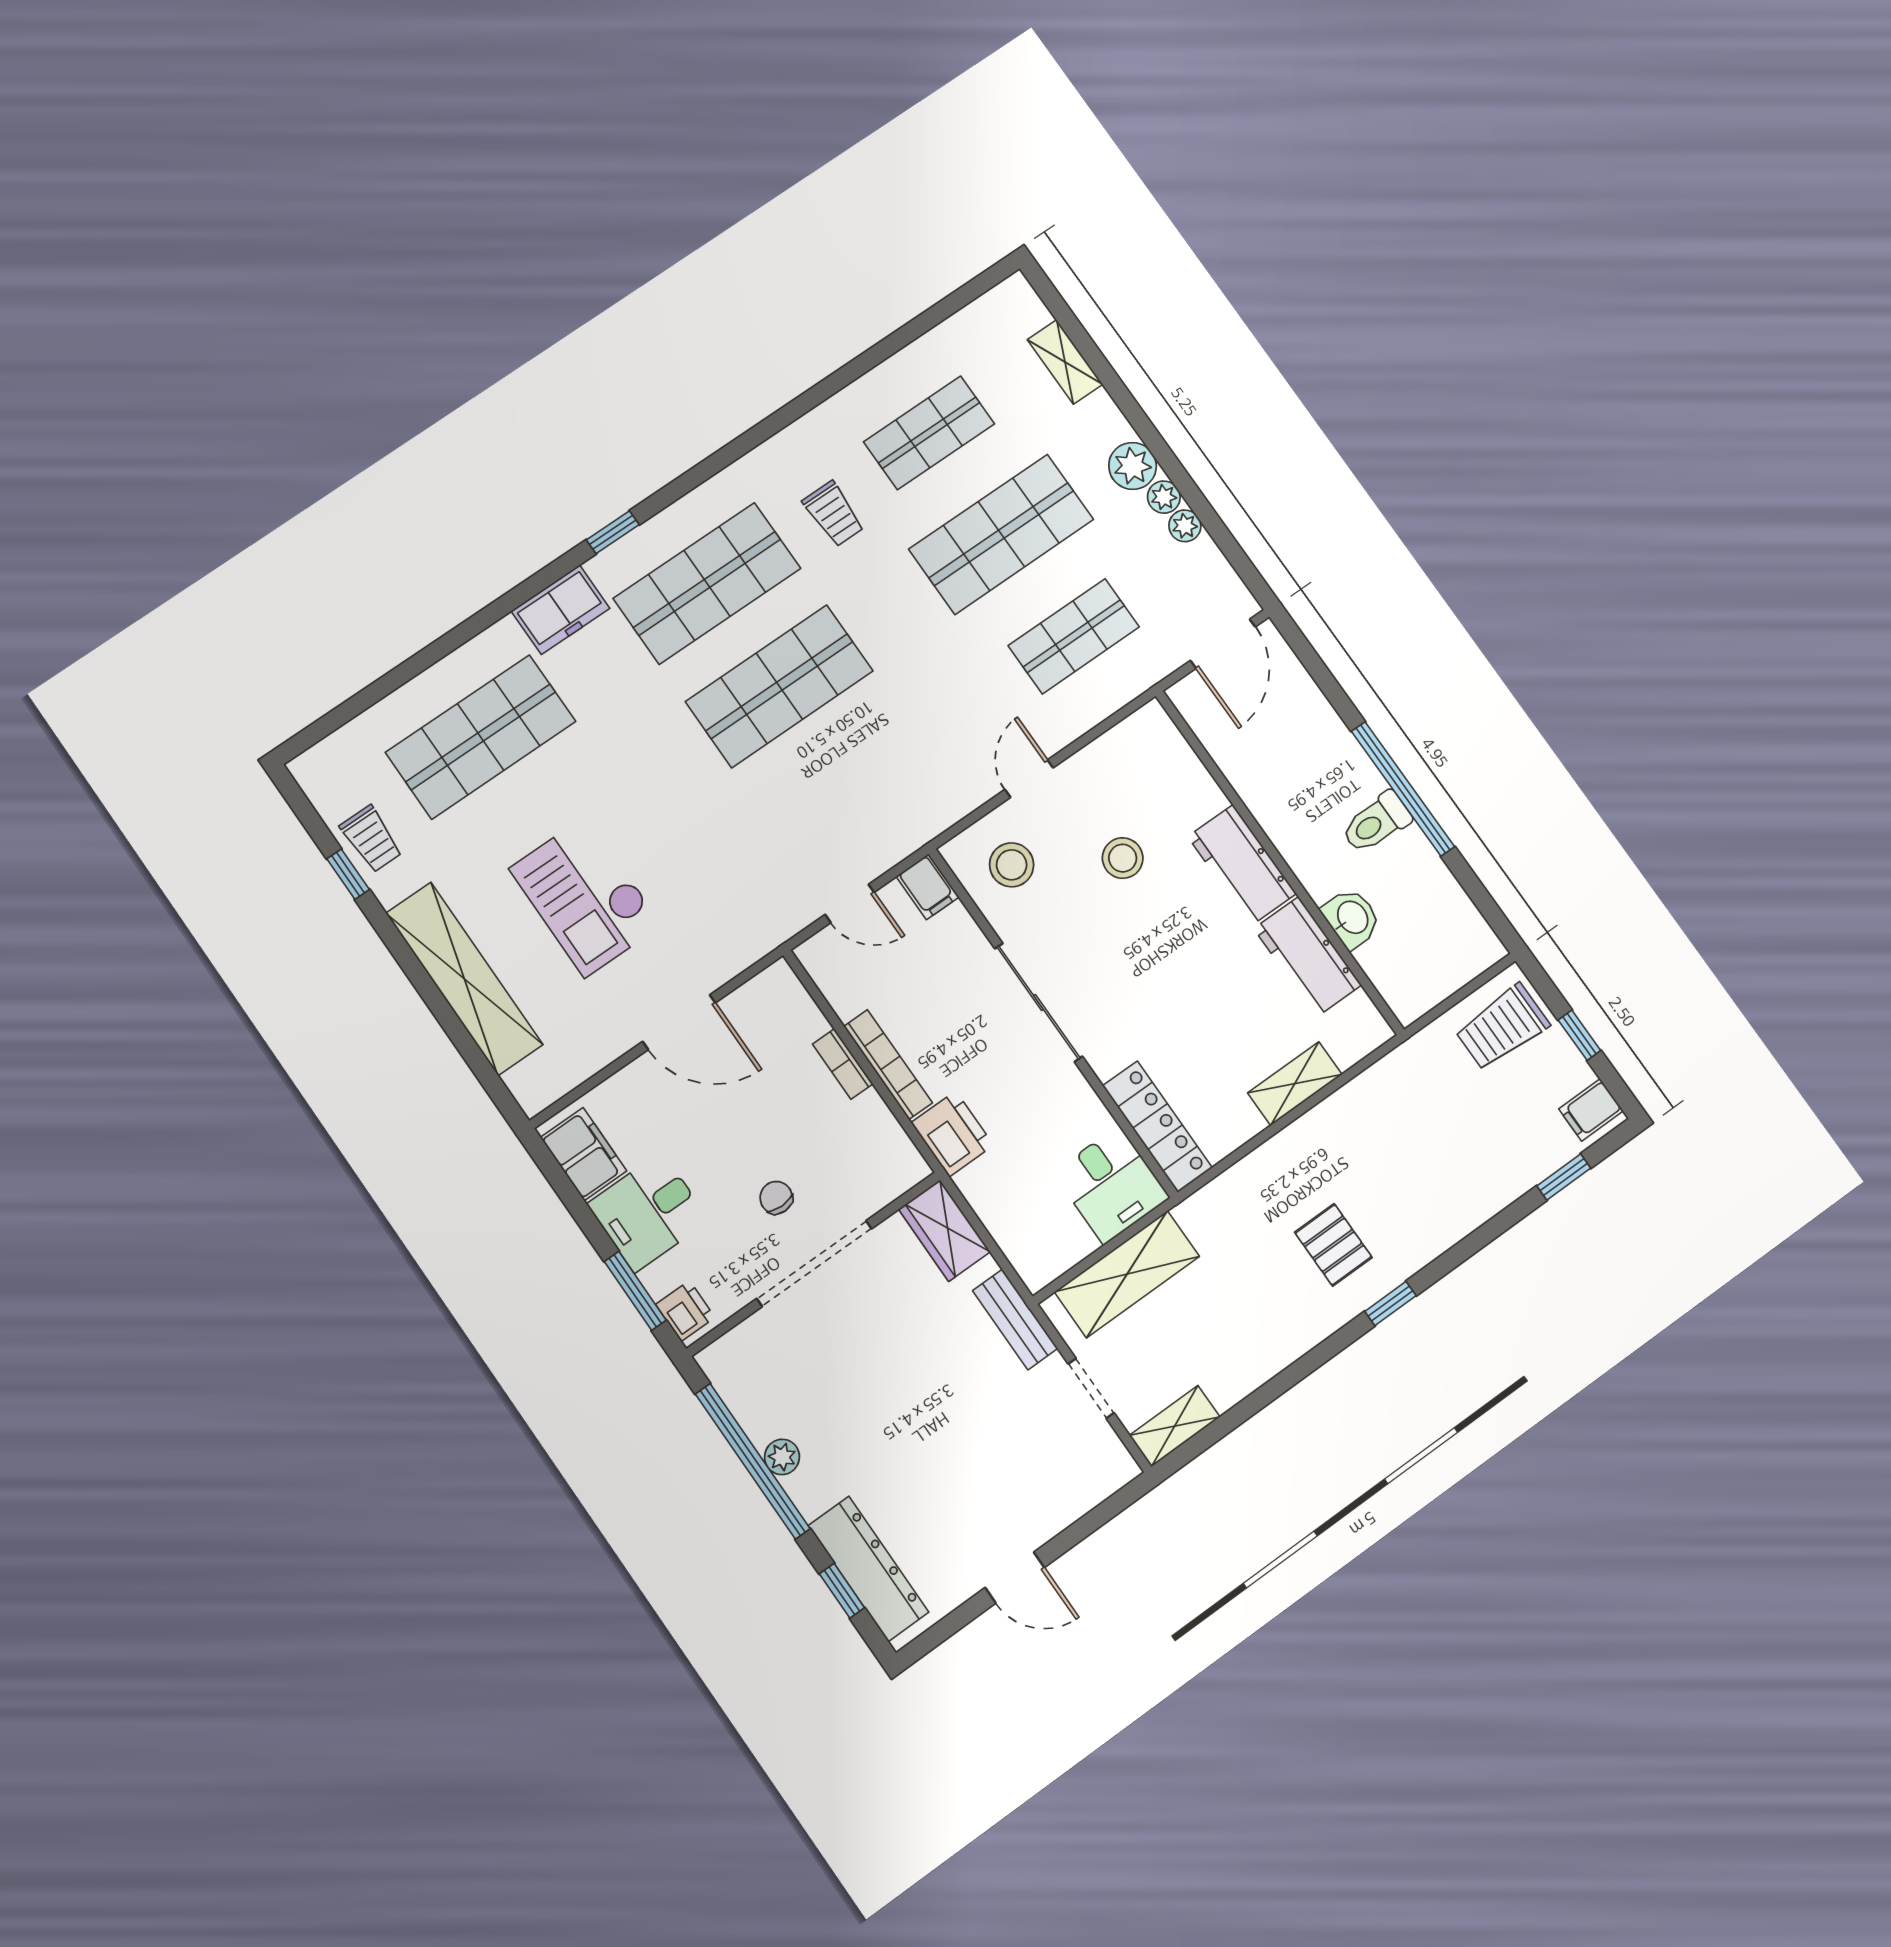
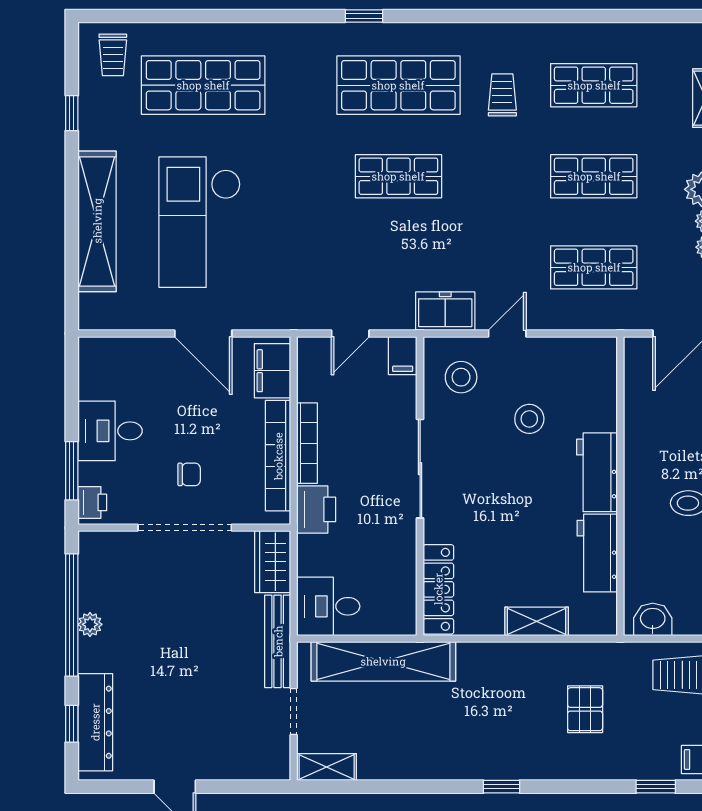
trolley: (833, 514) -> (502, 95), turned 180
shop shelf: (1001, 534) -> (594, 176), width x0.70, depth x0.74
freezer: (560, 610) -> (445, 311), moved, turned 180
shop shelf: (779, 686) -> (398, 176), width x0.70, depth x0.74
trolley: (371, 839) -> (113, 55), moved
checkout: (586, 897) -> (200, 222), width x1.36, depth x1.21
door: (850, 903) -> (350, 333), hinge flipped
washbasin: (1352, 918) -> (653, 619), moved, turned -90
bookcase: (843, 1064) -> (278, 456), width x2.31, depth x1.31
filing cabinet: (584, 1154) -> (272, 371), moved, turned 180
desk: (1111, 1185) -> (328, 606), moved, turned 90
chair: (776, 1198) -> (189, 474), turned 90
pallet: (1333, 1245) -> (585, 709), moved
shelving: (1127, 1274) -> (383, 661), width x1.47
bench: (1015, 1319) -> (278, 641), width x1.36

